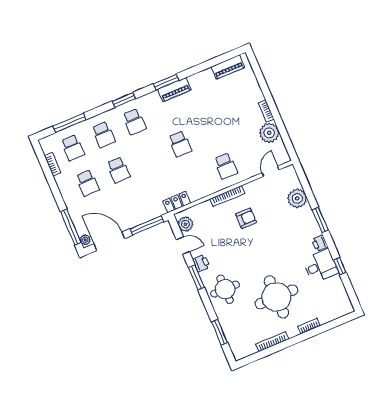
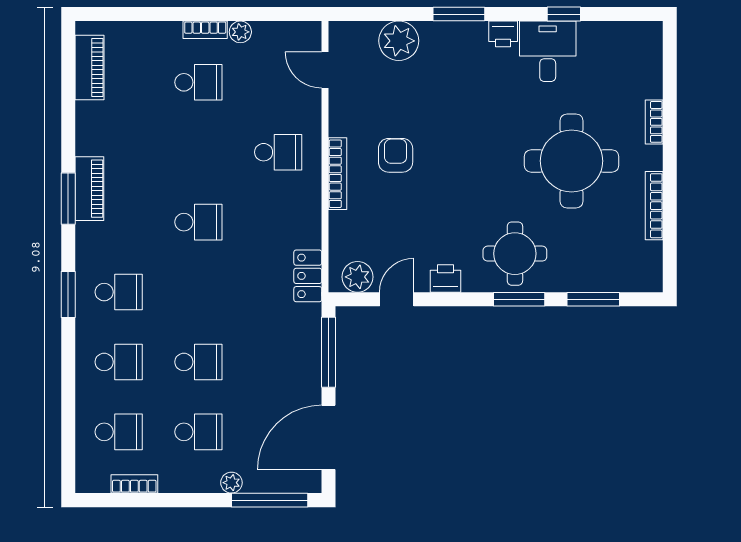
school desk: (242, 118) -> (198, 82), added
window: (70, 123) -> (68, 418), removed
plant: (269, 133) -> (240, 32), width x0.53, depth x0.53
plant: (85, 240) -> (231, 483), moved
window: (196, 277) -> (519, 299), moved

